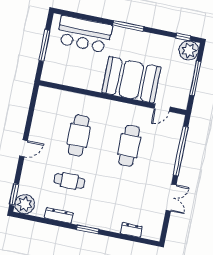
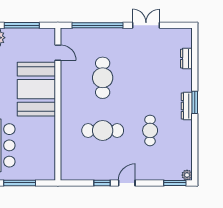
window: (28, 125) -> (102, 183), added
cafe table: (129, 146) -> (103, 78), turned 90
door: (24, 148) -> (127, 183), hinge flipped
plant: (25, 204) -> (187, 175), width x0.53, depth x0.53
dresser: (59, 216) -> (187, 106), moved

